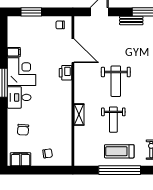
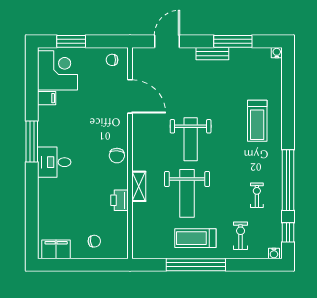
corner desk: (22, 72) -> (58, 70), moved
printer: (66, 73) -> (120, 200), moved
weight bench: (113, 120) -> (187, 193), width x1.36, depth x1.33
chair: (23, 130) -> (117, 156), moved

